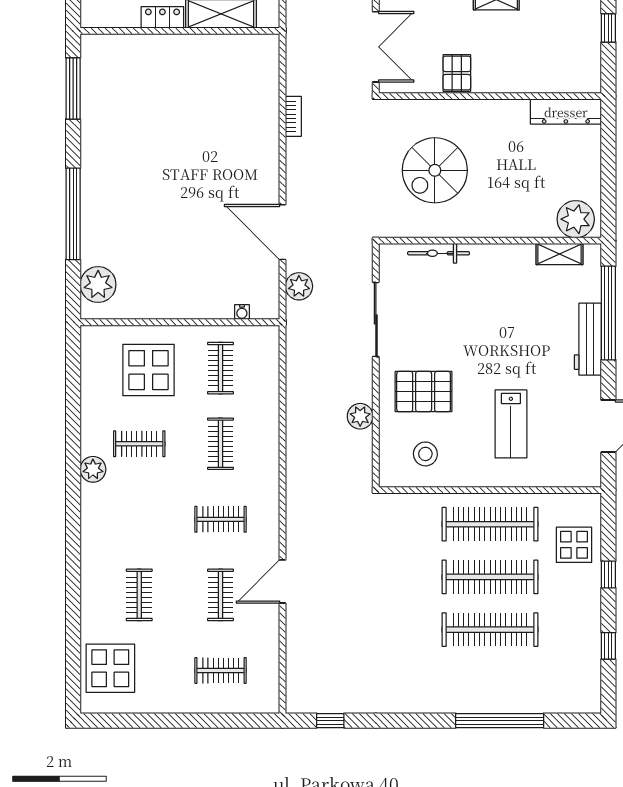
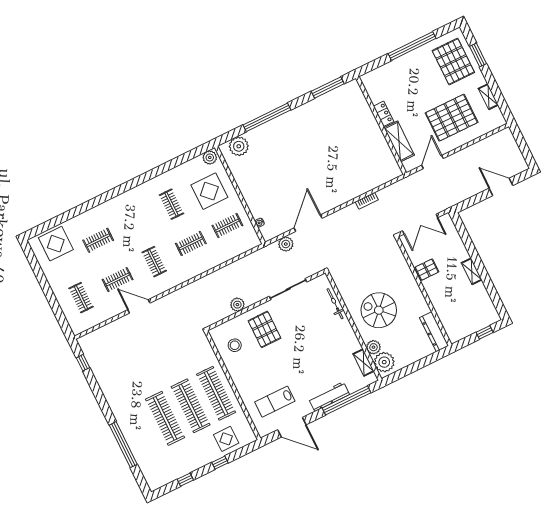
spiral stairs: (435, 170) -> (379, 310), moved
plant: (542, 225) -> (373, 347), added
lab bench: (511, 424) -> (275, 402), moved
plant: (93, 469) -> (210, 157), moved

